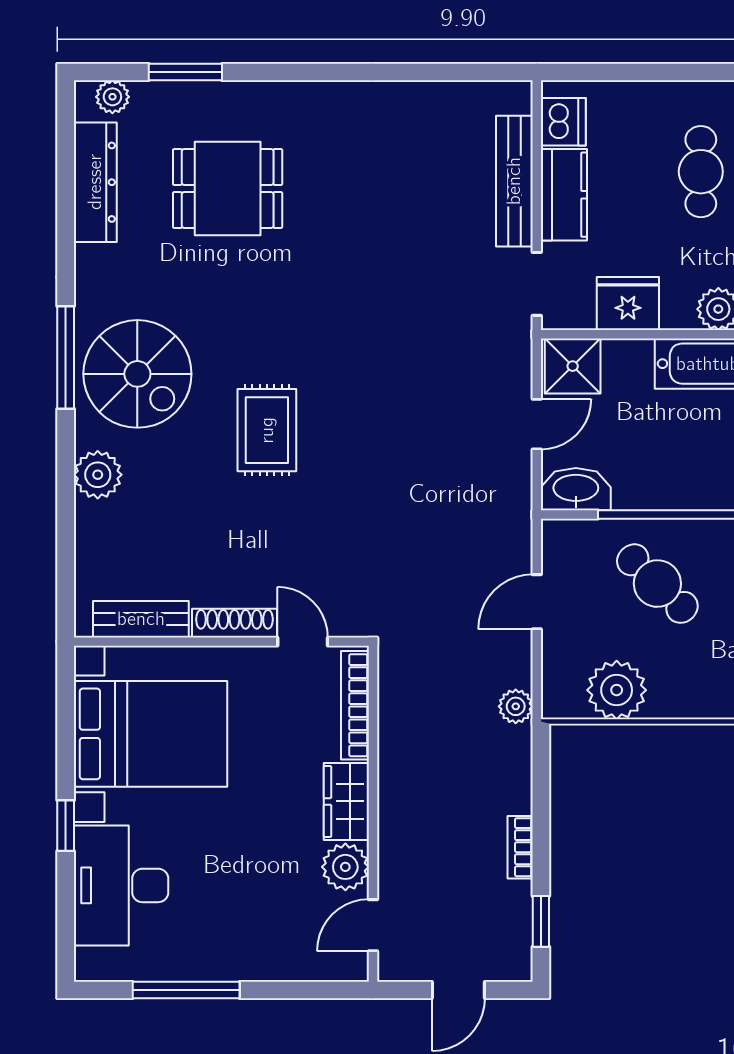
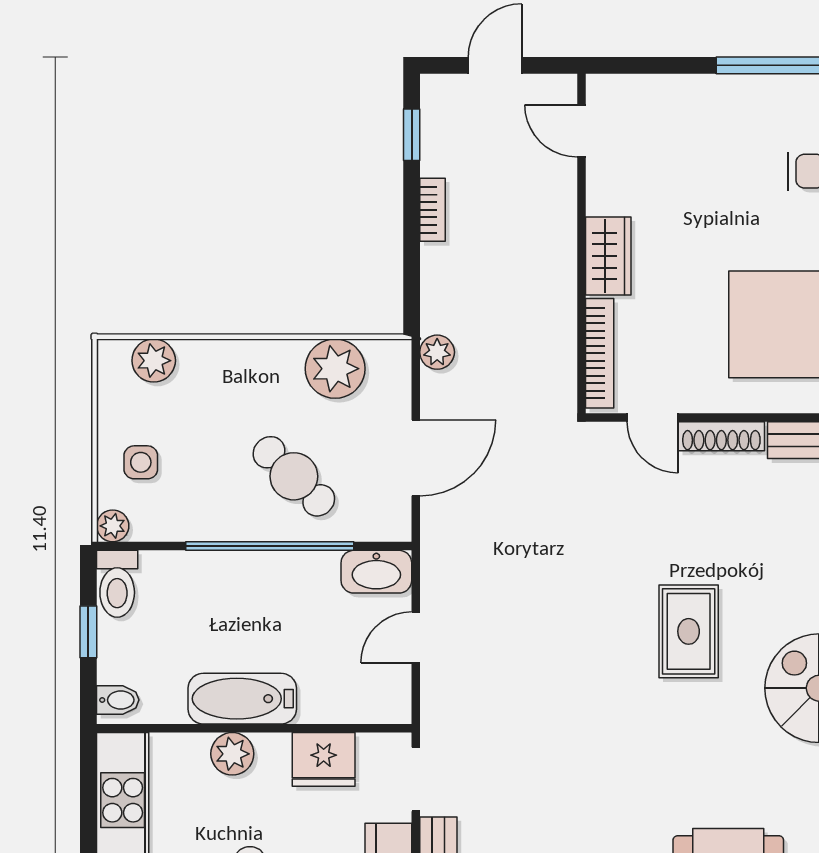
shower: (573, 366) -> (380, 696), removed
door: (537, 602) -> (416, 458), width x1.38
plant: (345, 867) -> (609, 190), removed
door: (373, 925) -> (581, 131), swing flipped

